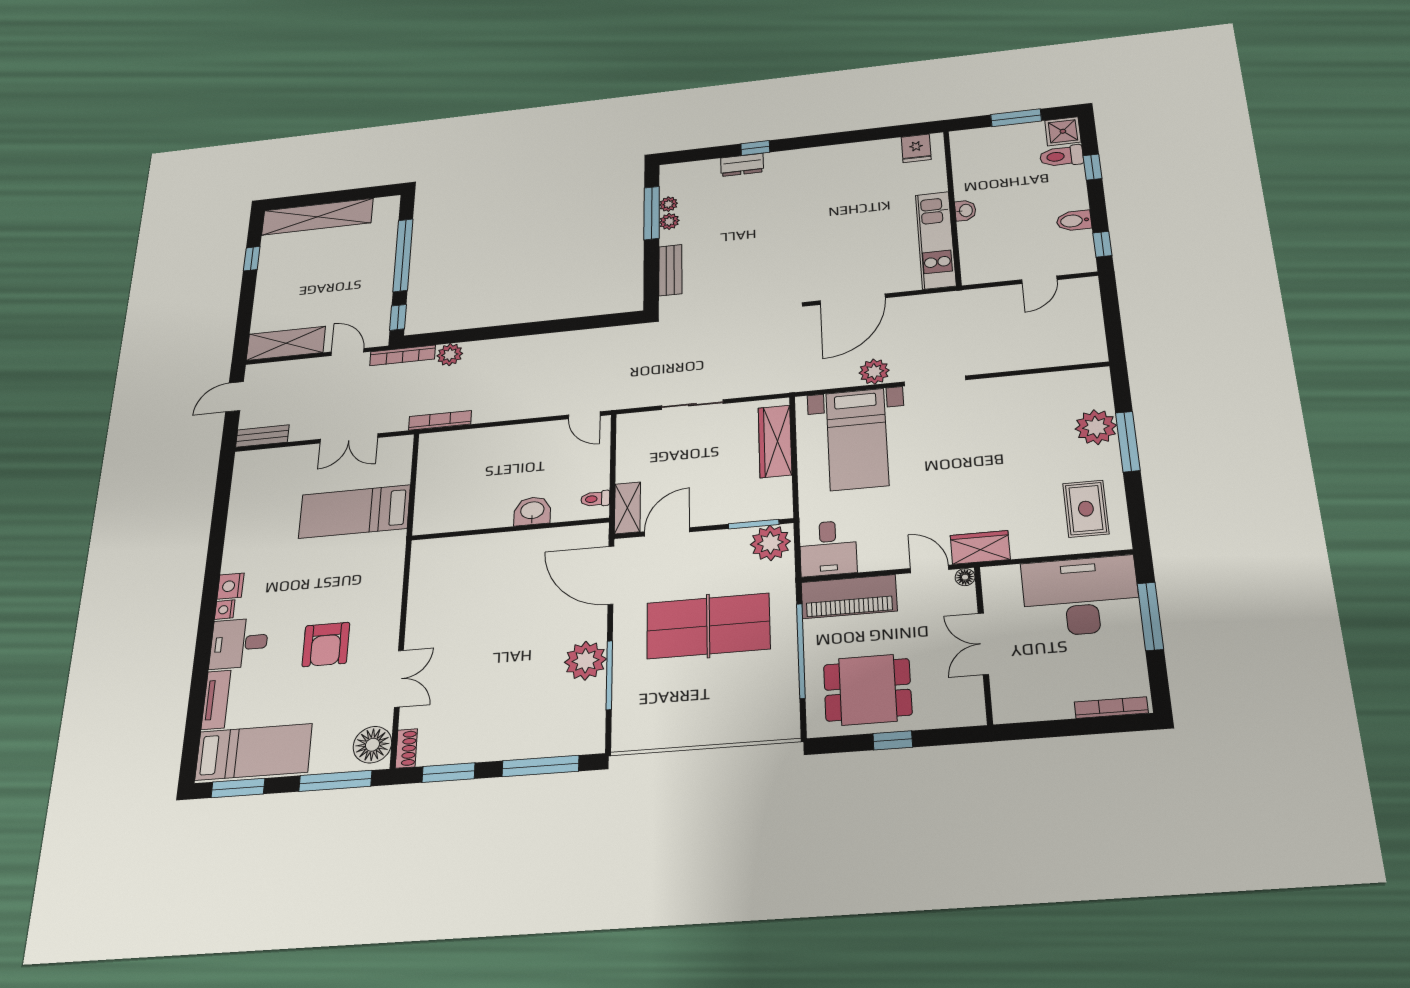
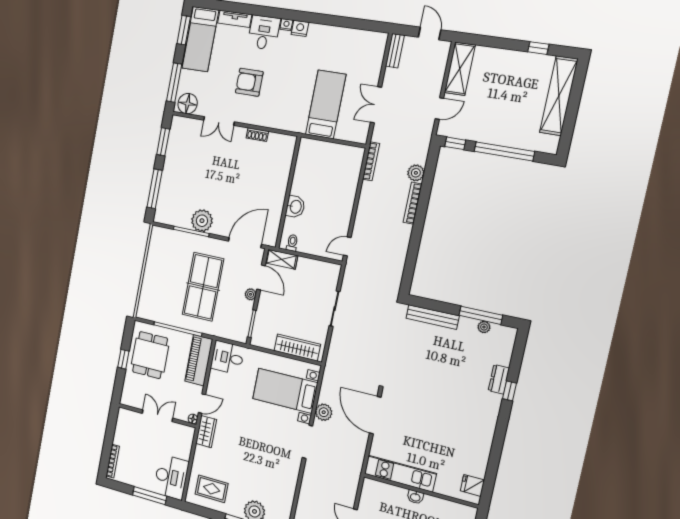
plant: (669, 221) -> (470, 325), removed
bench: (670, 270) -> (432, 317), width x1.36
bookcase: (403, 355) -> (413, 203), moved
plant: (770, 543) -> (251, 294), moved, width x0.53, depth x0.53
desk: (1081, 596) -> (171, 477), width x0.73, depth x0.77
shoe rack: (406, 748) -> (257, 135), moved

